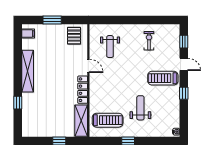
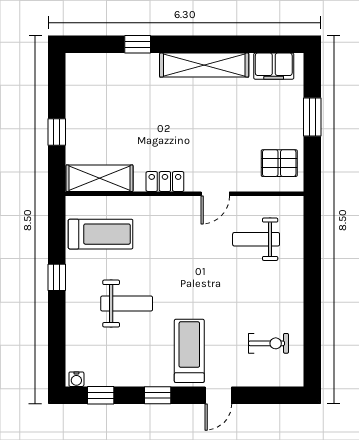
filing cabinet: (28, 33) -> (274, 66), width x2.00
exercise bike: (149, 41) -> (269, 343), moved
window: (184, 42) -> (101, 395), moved
locker: (83, 90) -> (165, 182), width x0.66
treadmill: (108, 120) -> (101, 234), turned -90

